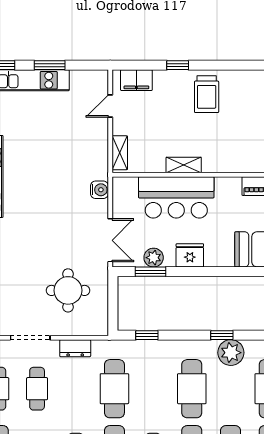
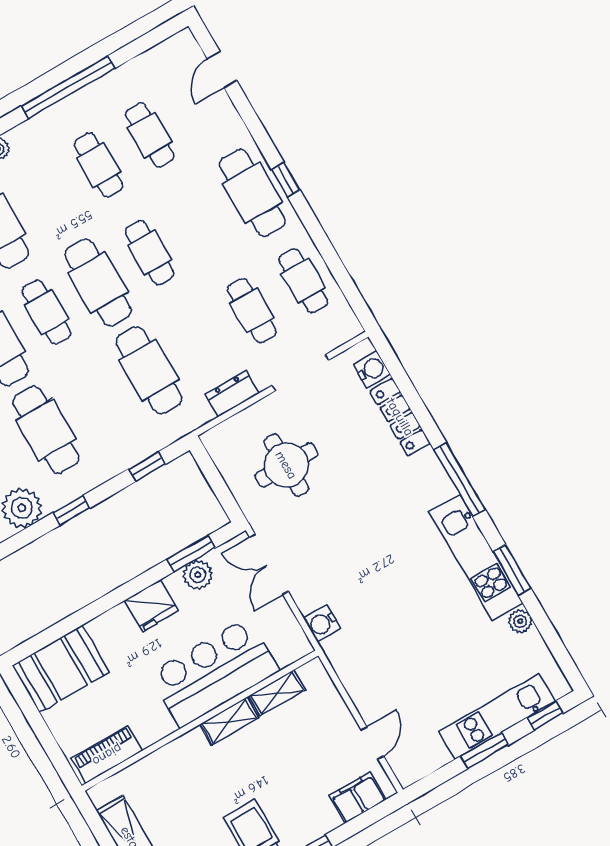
shelving: (120, 153) -> (277, 693), moved, turned 90
window: (222, 335) -> (71, 510), moved

